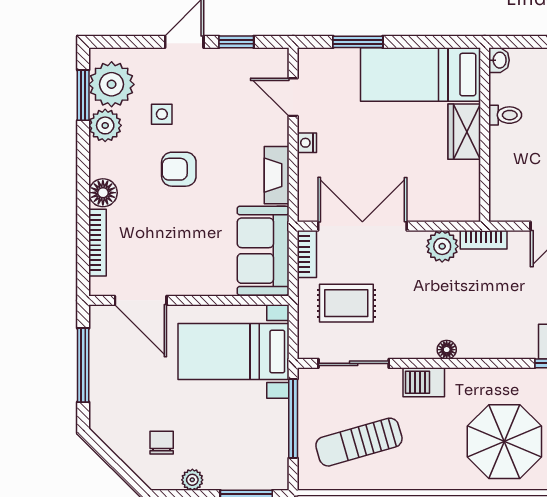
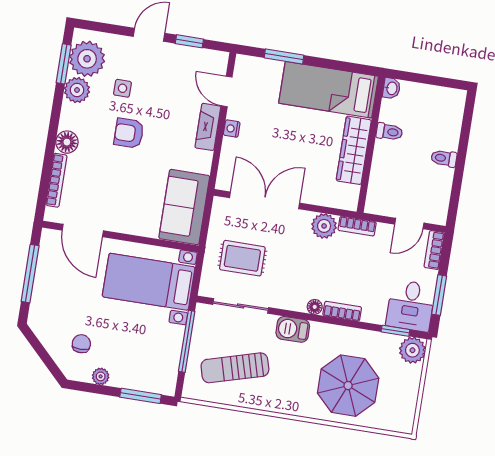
wardrobe: (464, 132) -> (354, 150), width x1.50
fireplace: (277, 175) -> (208, 127), moved
bookcase: (307, 254) -> (342, 311), moved, turned -90

